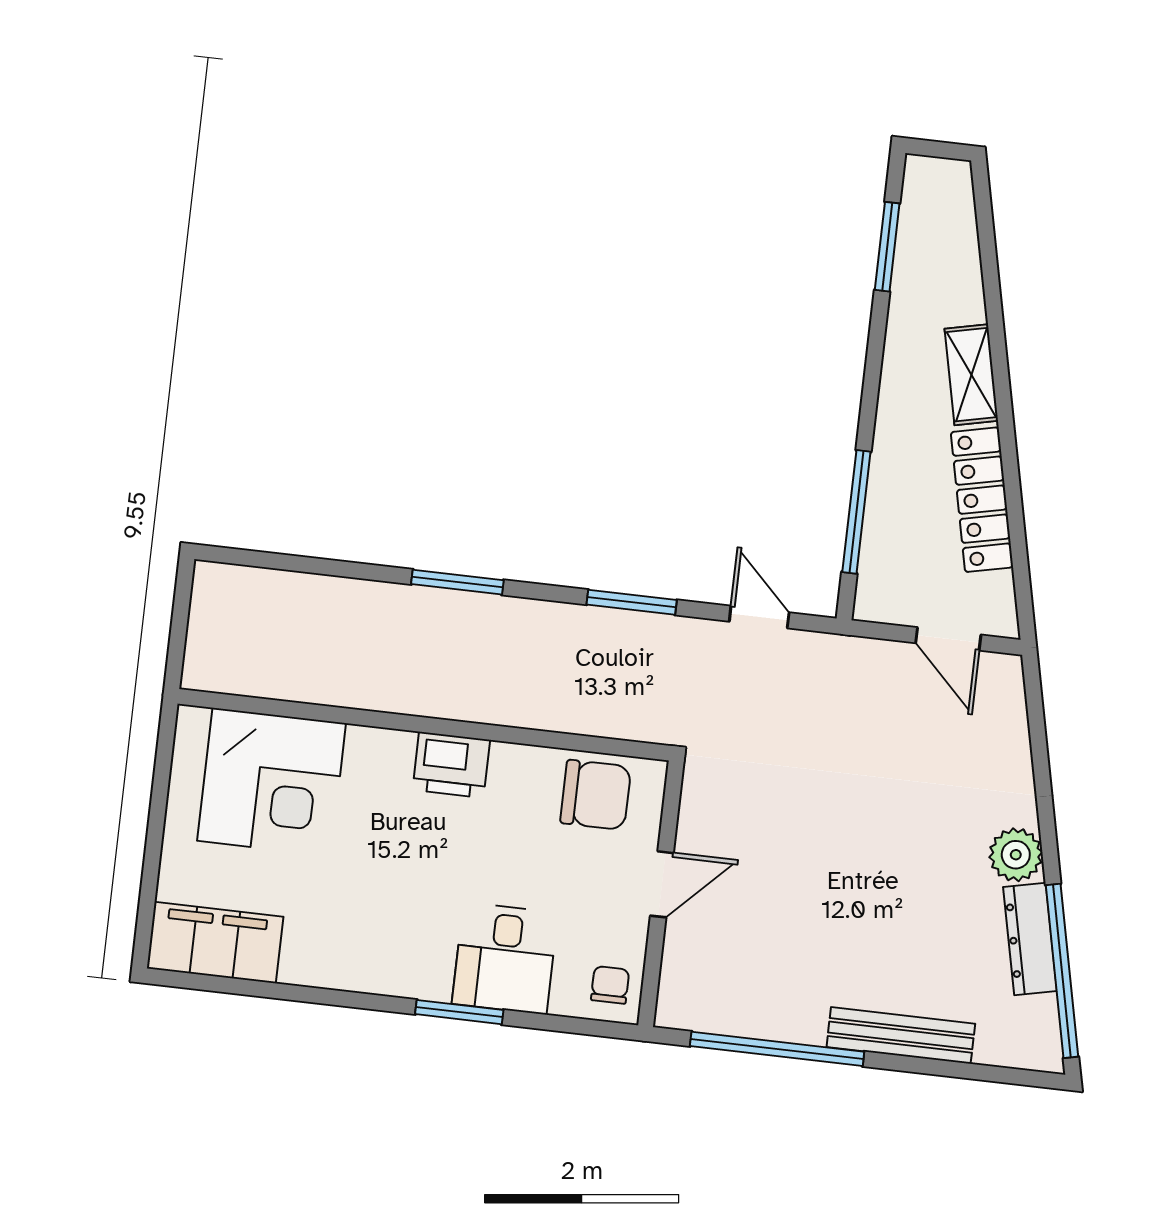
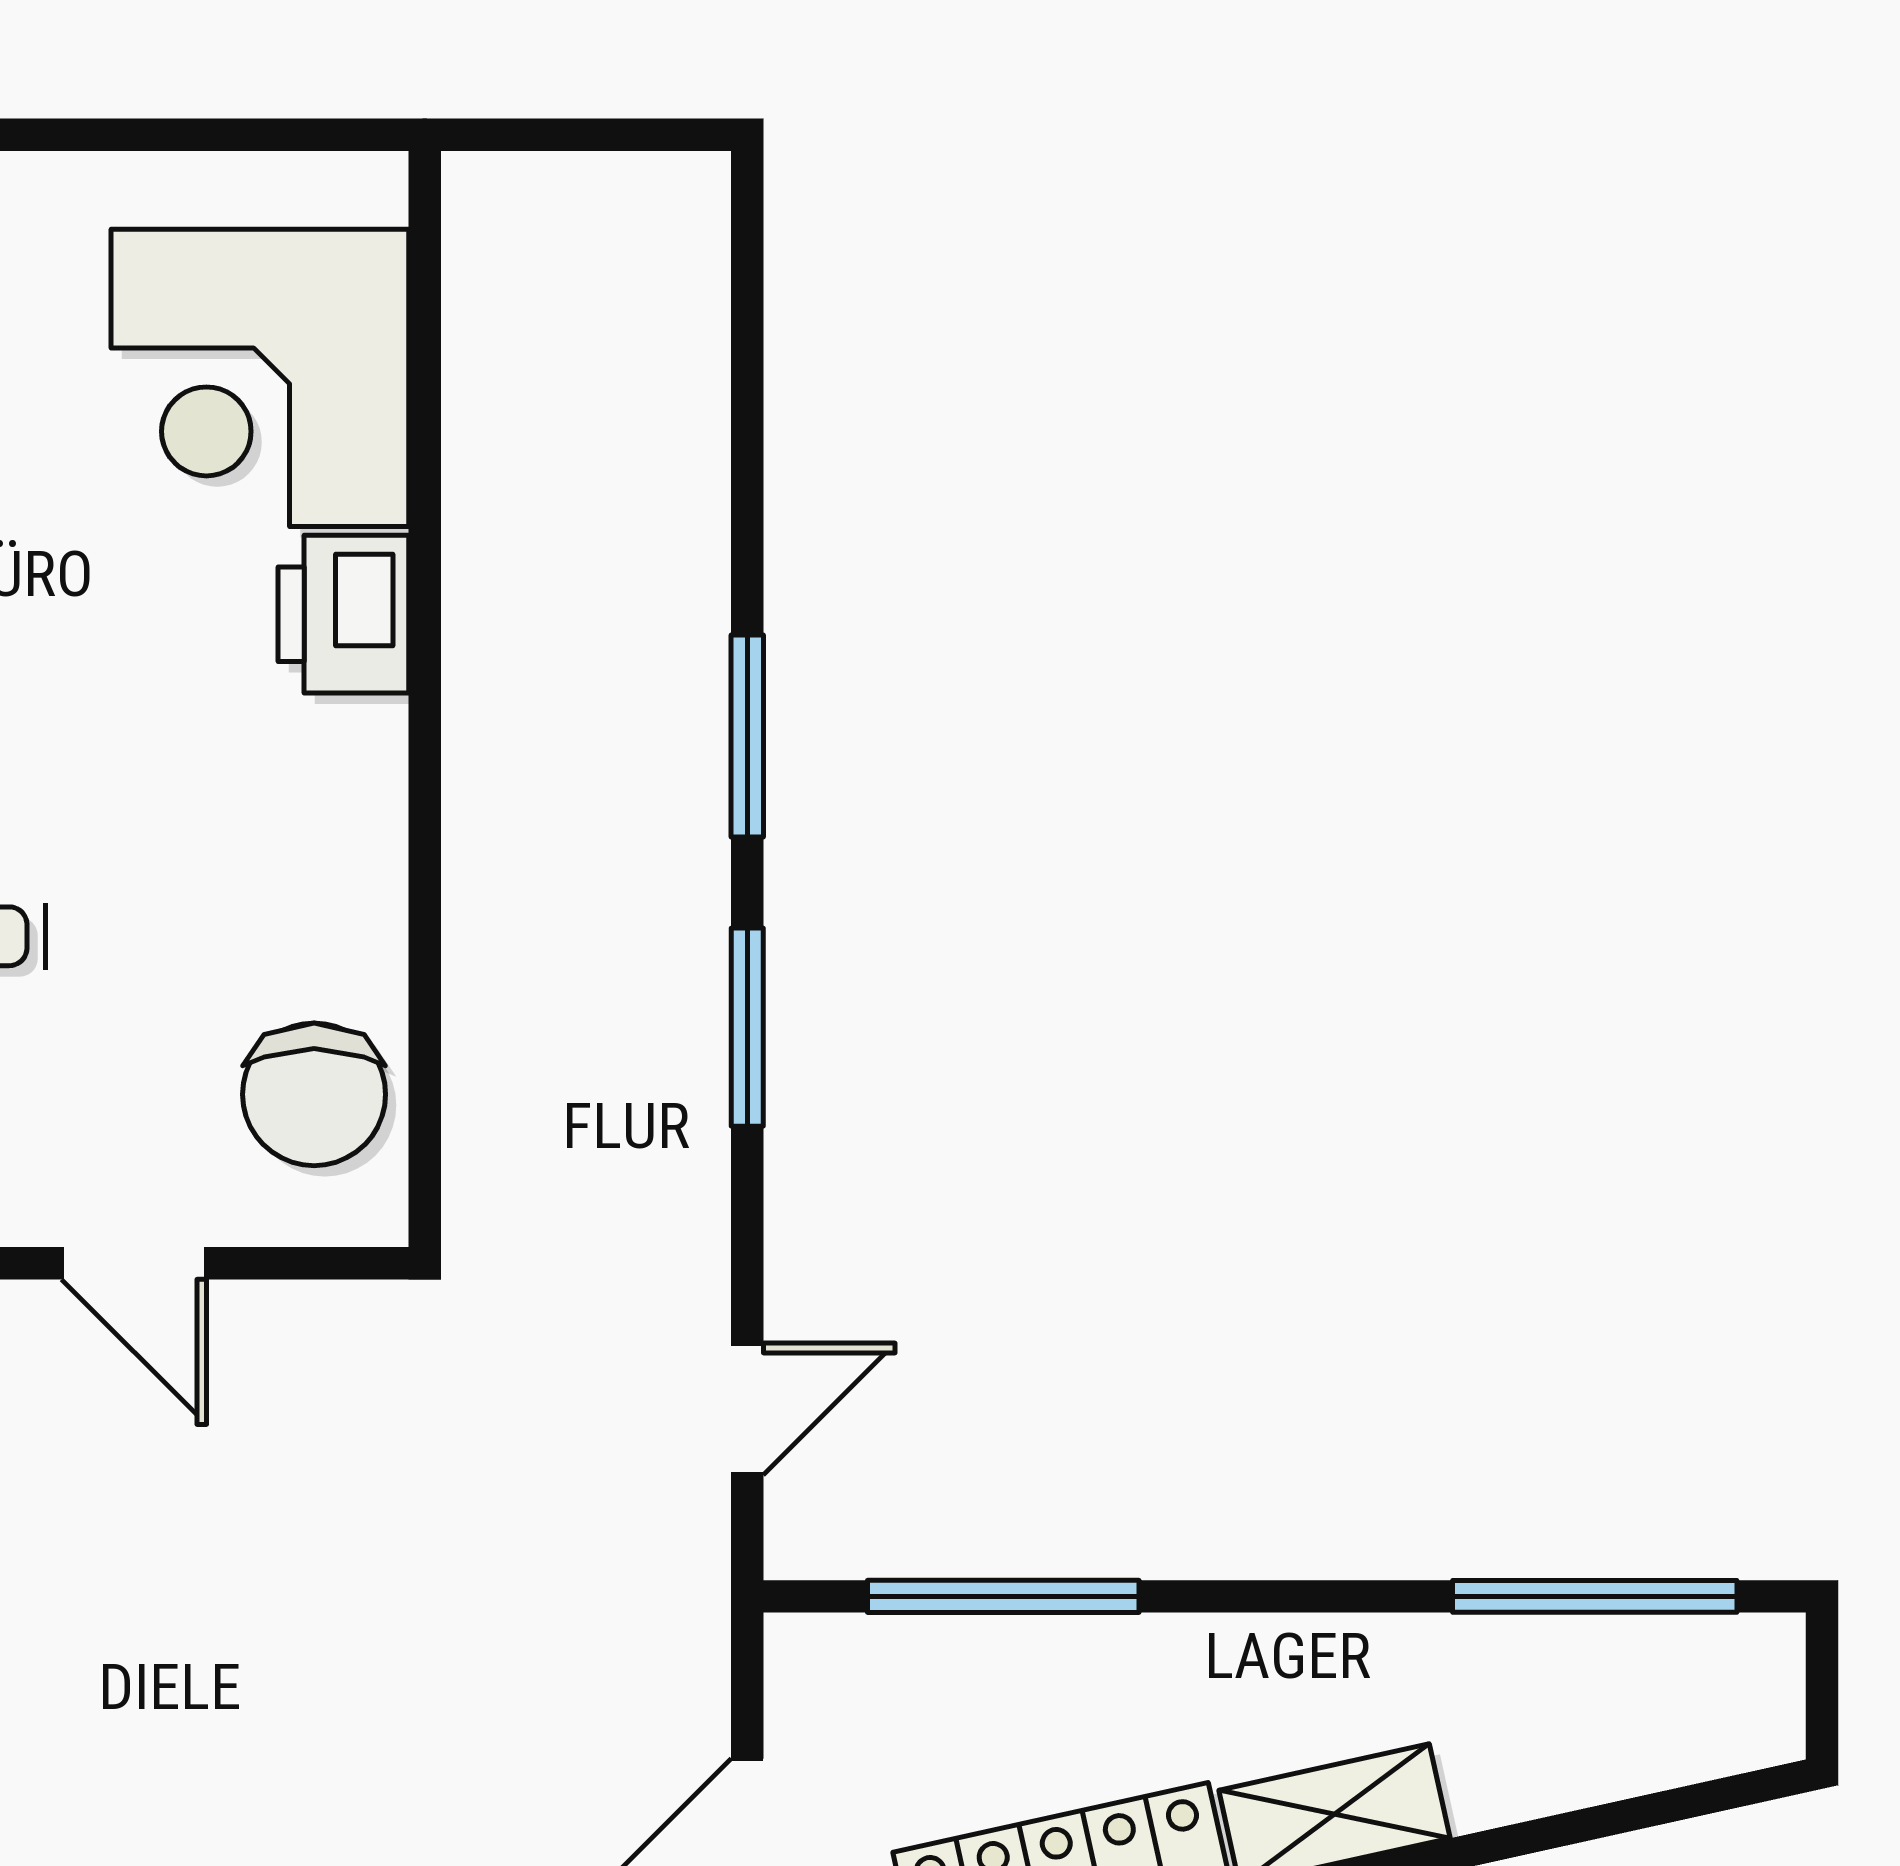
window: (887, 247) -> (1595, 1596), width x1.44
window: (632, 602) -> (747, 1027), moved
printer: (451, 765) -> (343, 614), moved

